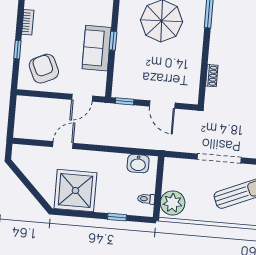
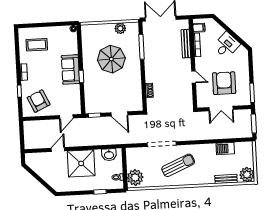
sofa: (97, 48) -> (71, 70), moved
shower: (75, 191) -> (81, 163), moved

